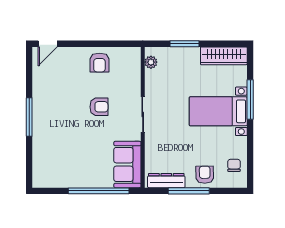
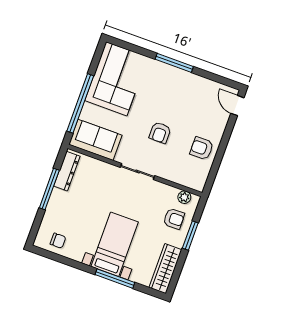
corner sofa: (63, 165) -> (116, 79), added
armchair: (205, 175) -> (174, 219), moved

